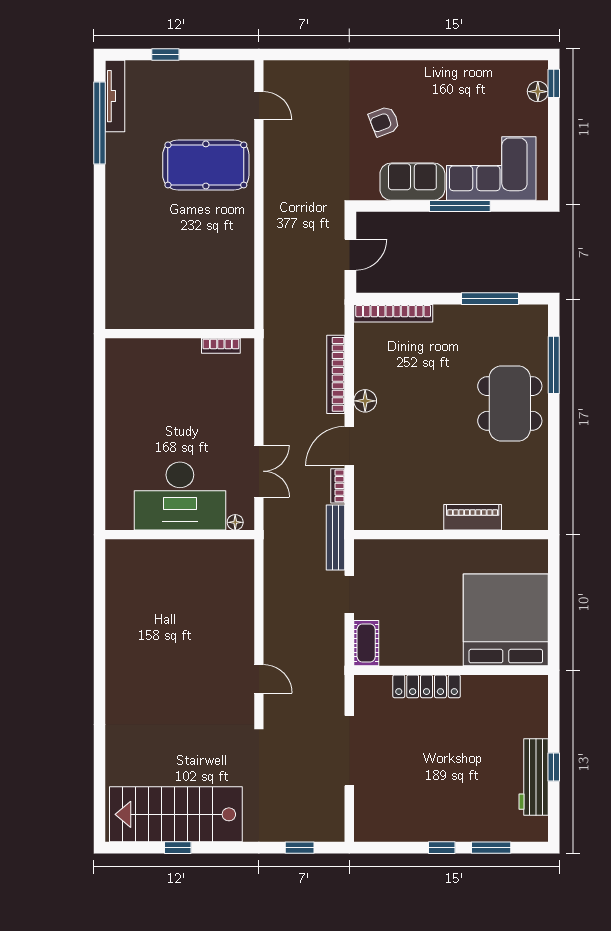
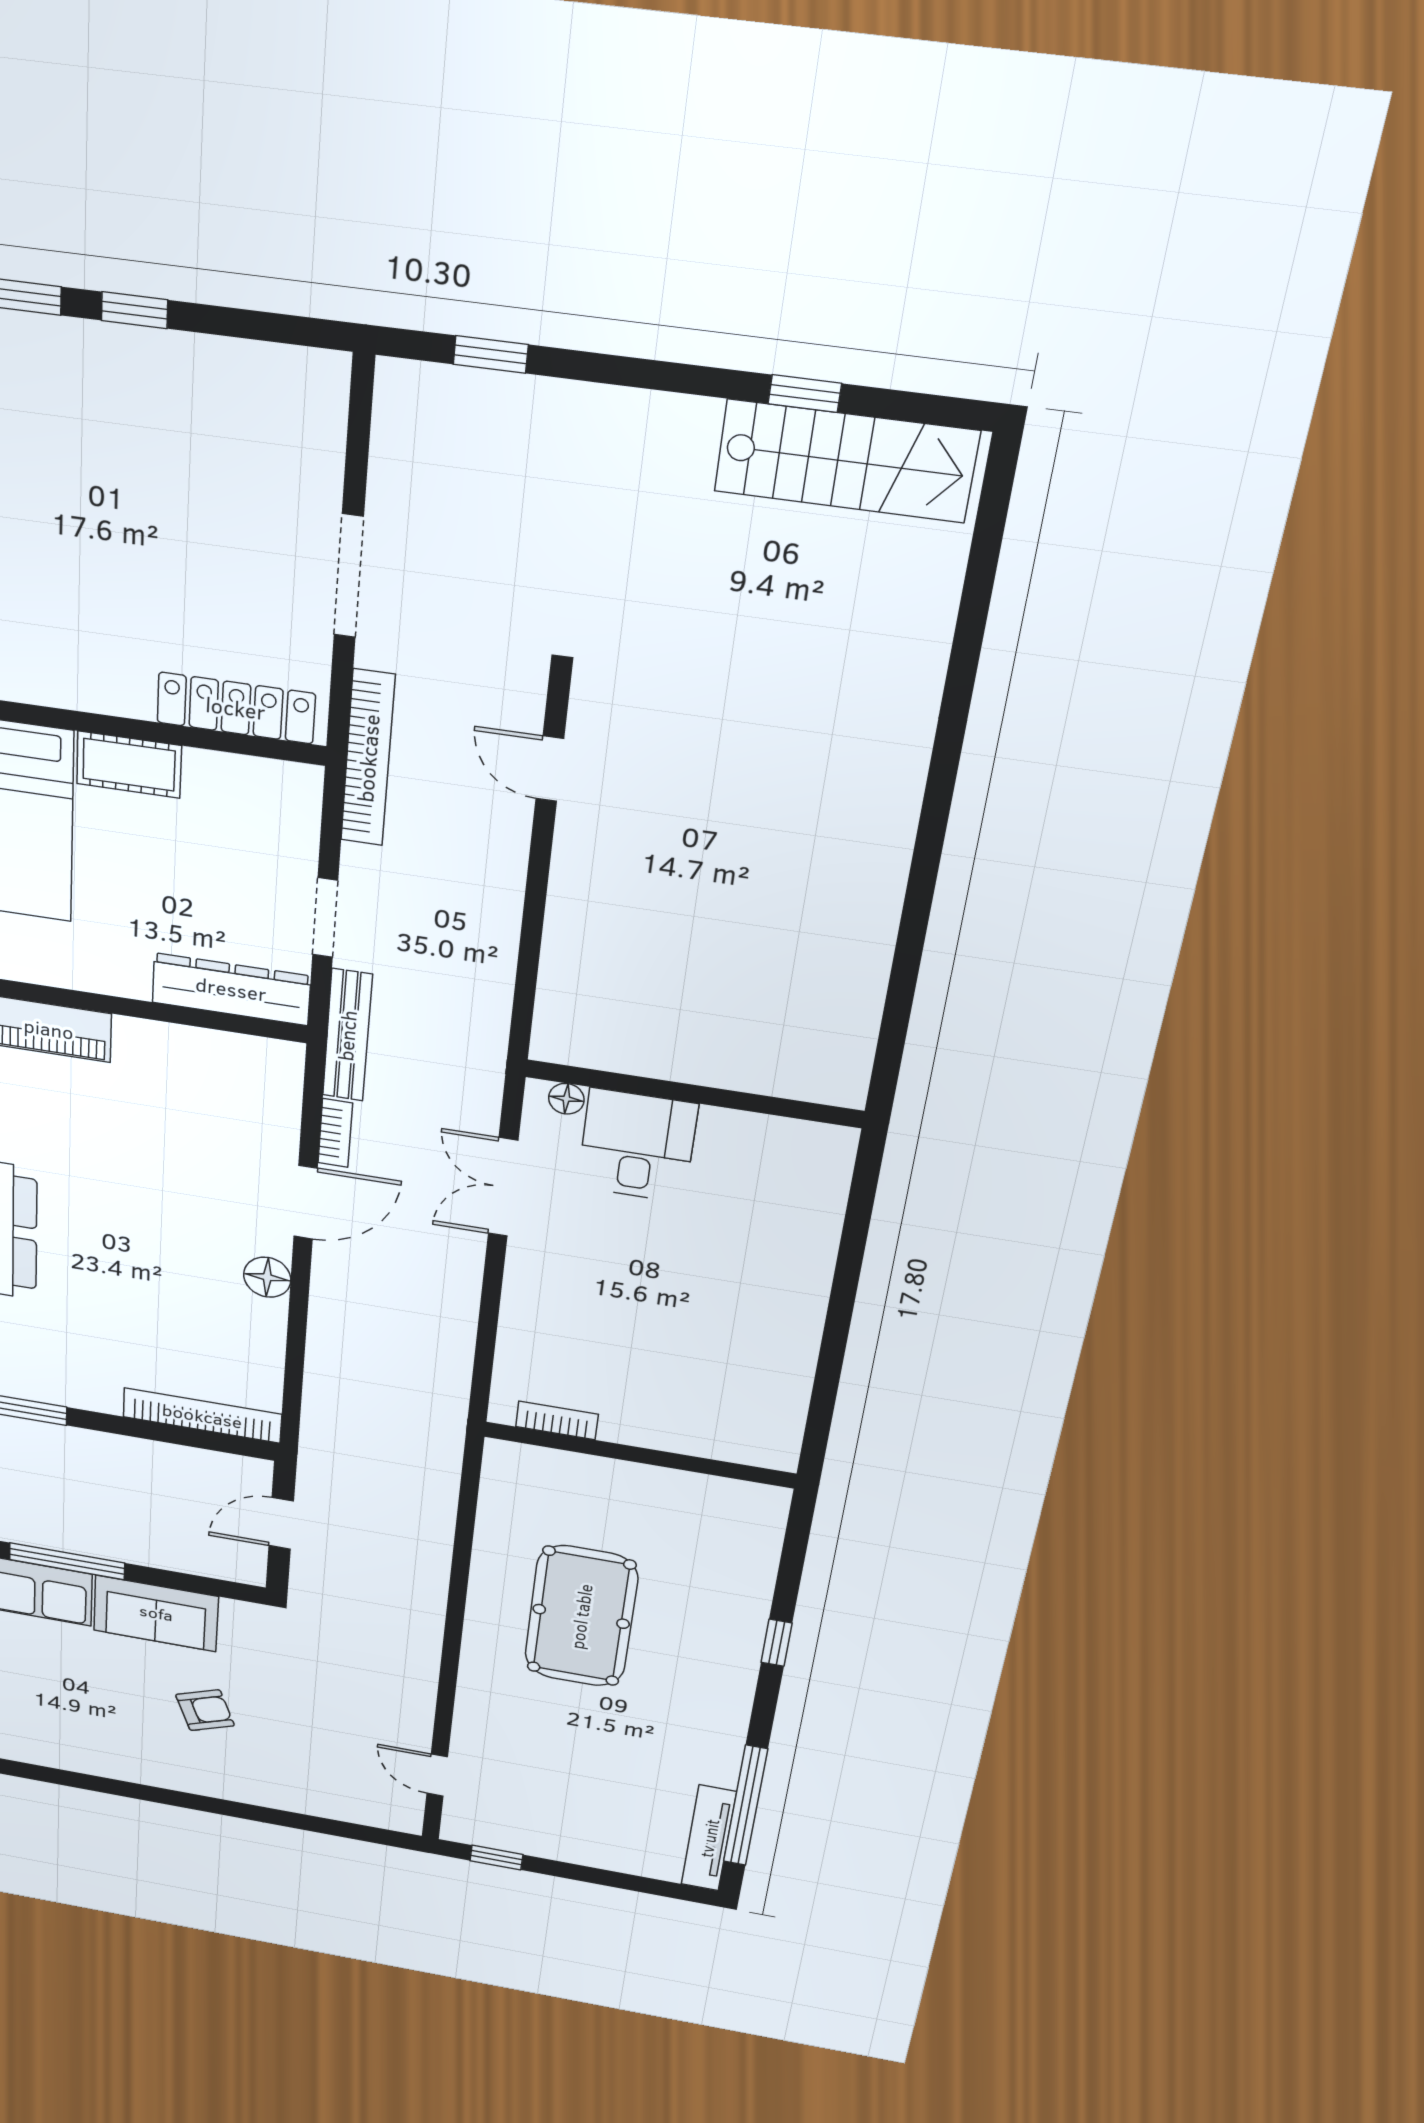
window: (165, 55) -> (496, 1858), moved
pool table: (206, 165) -> (581, 1616), moved, turned 90
window: (100, 234) -> (777, 1643), added
bookcase: (336, 374) -> (368, 758), moved
desk: (180, 496) -> (637, 1146), width x0.53, depth x0.77
dresser: (389, 552) -> (231, 989), added
cot: (366, 643) -> (129, 765), moved, turned 90
locker: (427, 686) -> (236, 708), moved
doorway: (349, 751) -> (349, 576), width x0.73
stairs: (176, 814) -> (846, 461), width x0.73, depth x0.66

